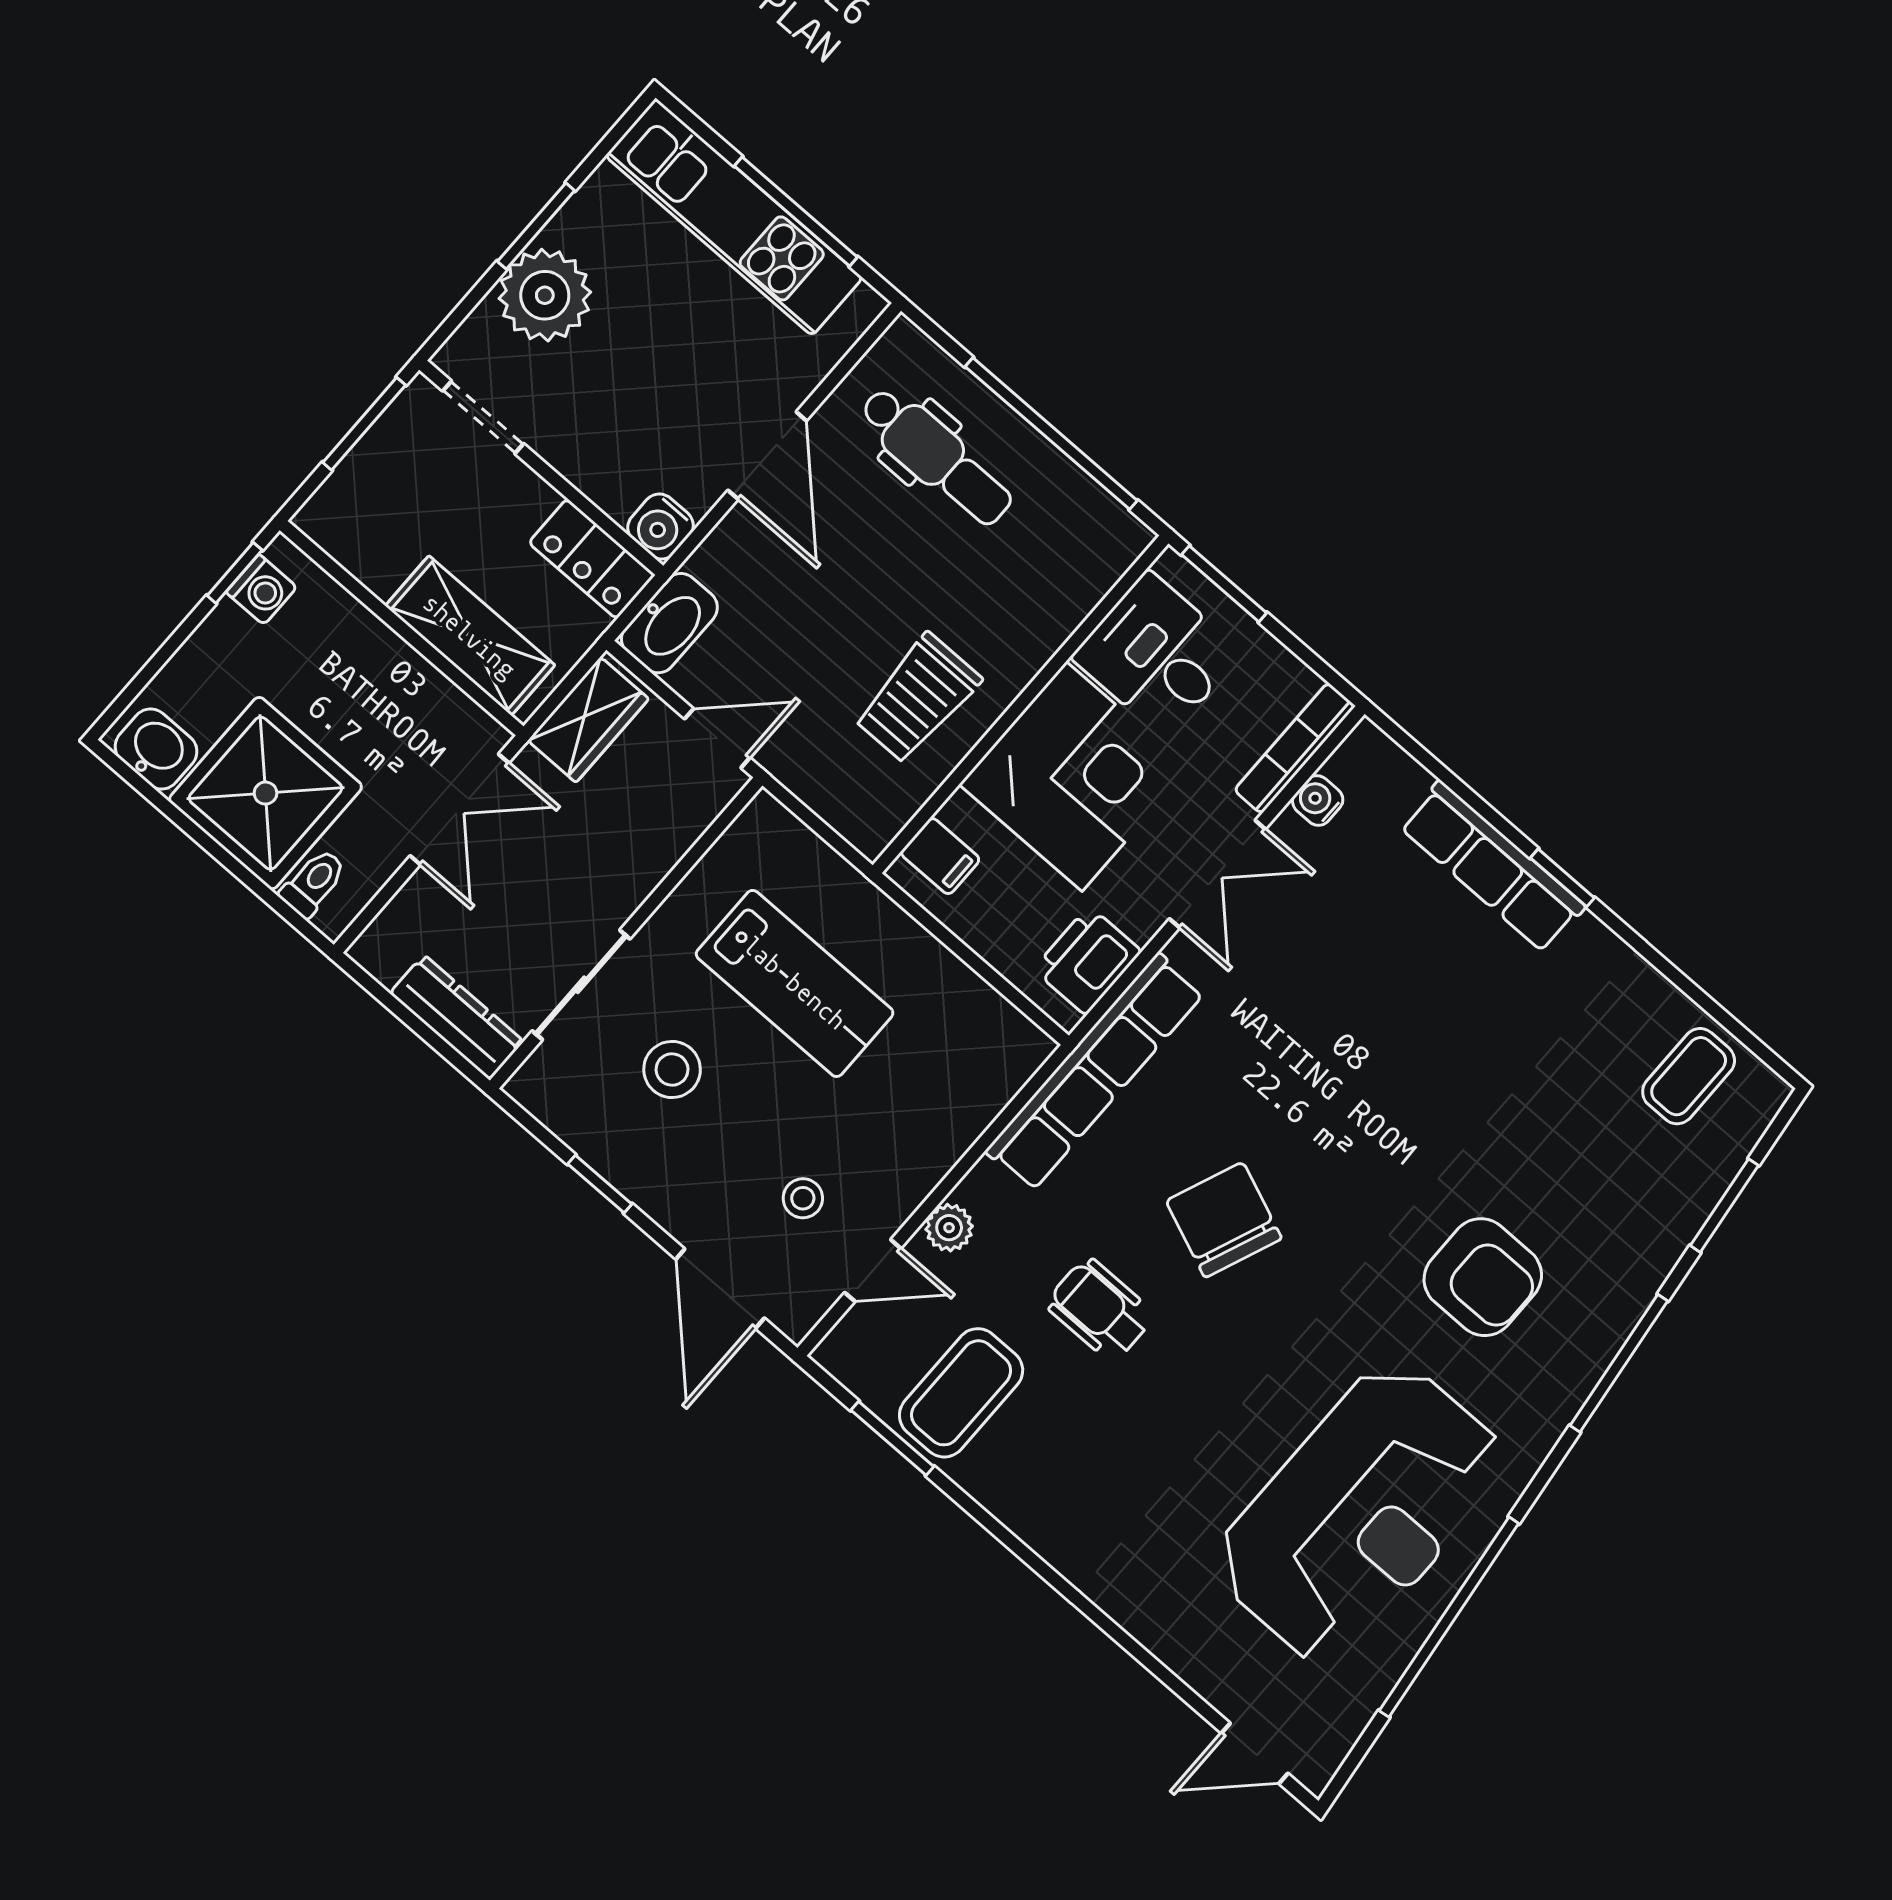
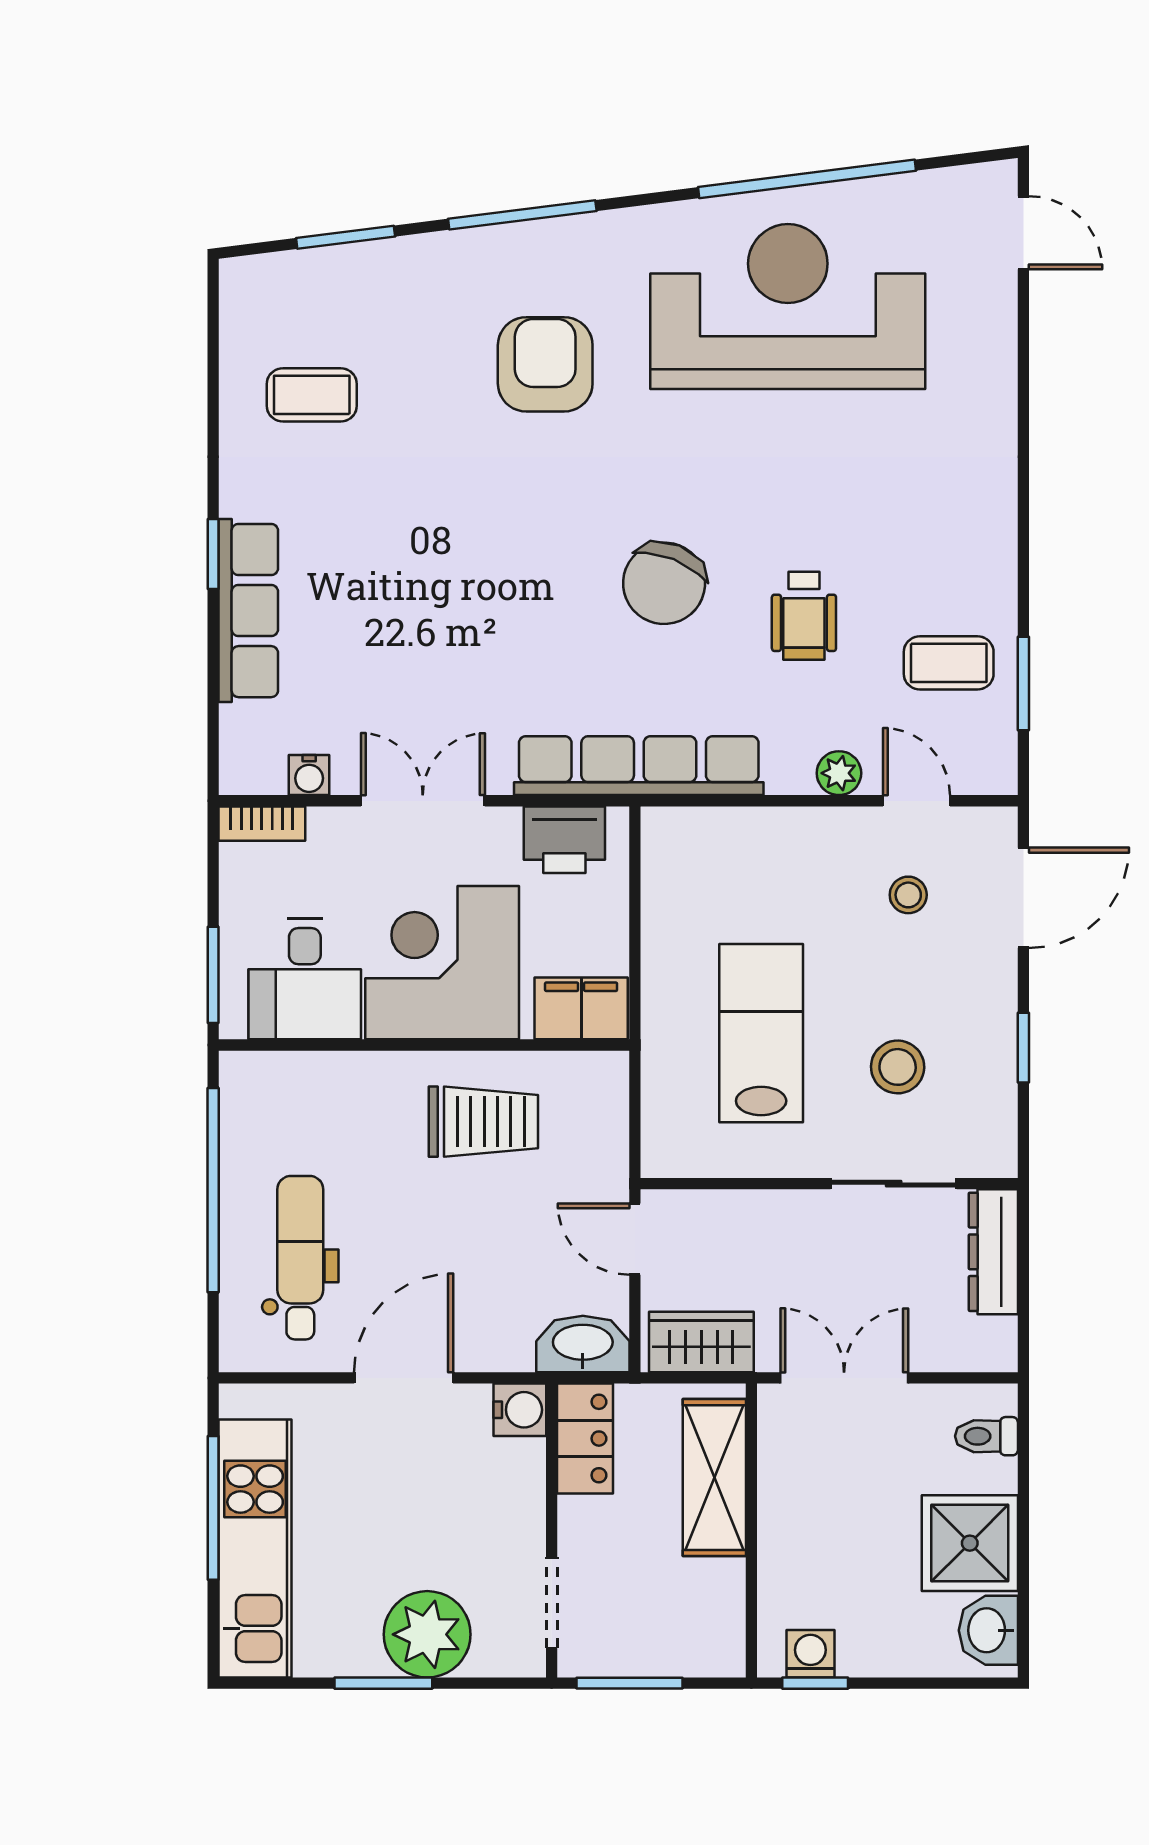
bookcase: (1295, 748) -> (262, 824), width x0.64
shower: (265, 793) -> (970, 1543), width x0.73, depth x0.73
filing cabinet: (940, 856) -> (581, 1008), width x2.00
coffee table: (1689, 1076) -> (312, 395), moved
coffee table: (961, 1393) -> (949, 663), width x0.73, depth x0.77

